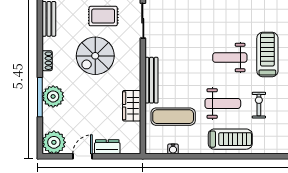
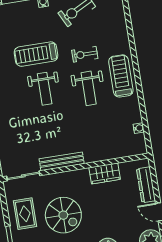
bench: (151, 80) -> (62, 161), moved
weight bench: (223, 103) -> (89, 88), turned 180
exercise mat: (173, 117) -> (108, 133), removed
dresser: (107, 147) -> (146, 185), width x1.44

